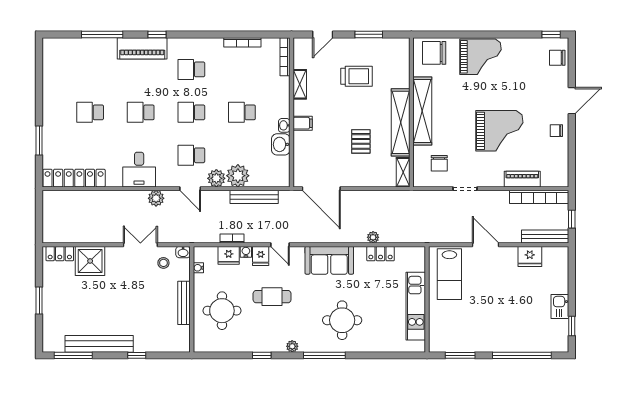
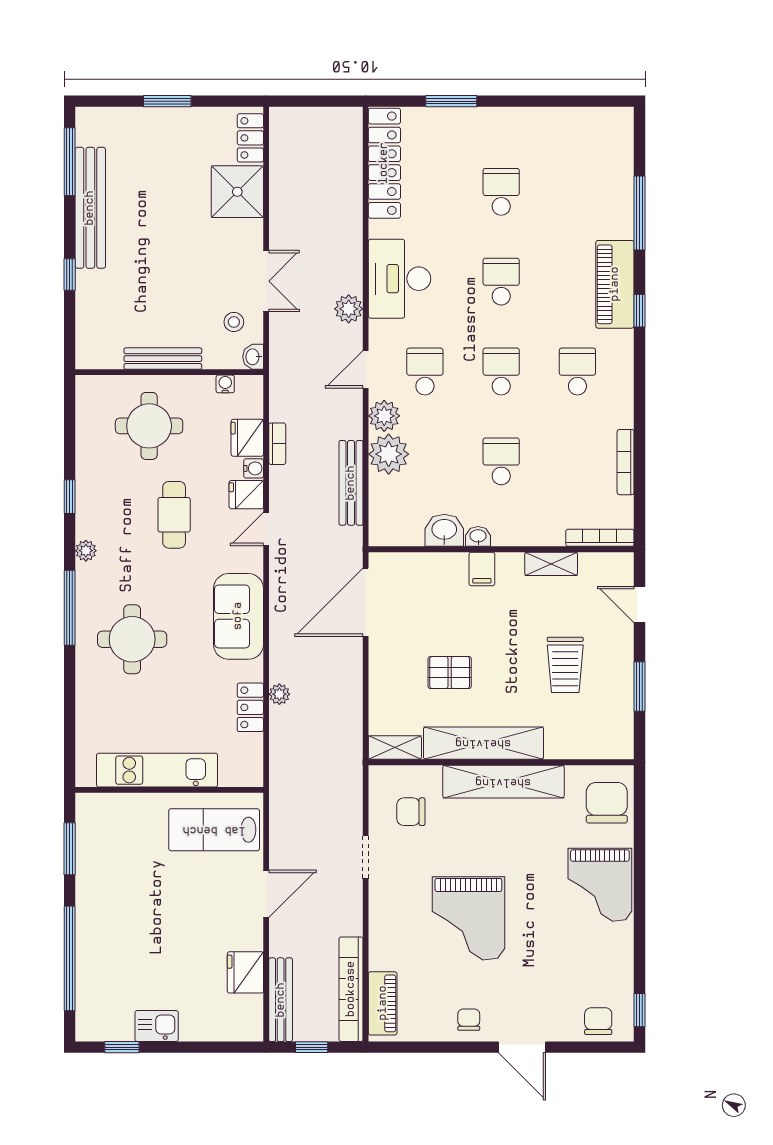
desk: (139, 170) -> (400, 279), width x1.37
piano: (522, 179) -> (383, 1003), moved

